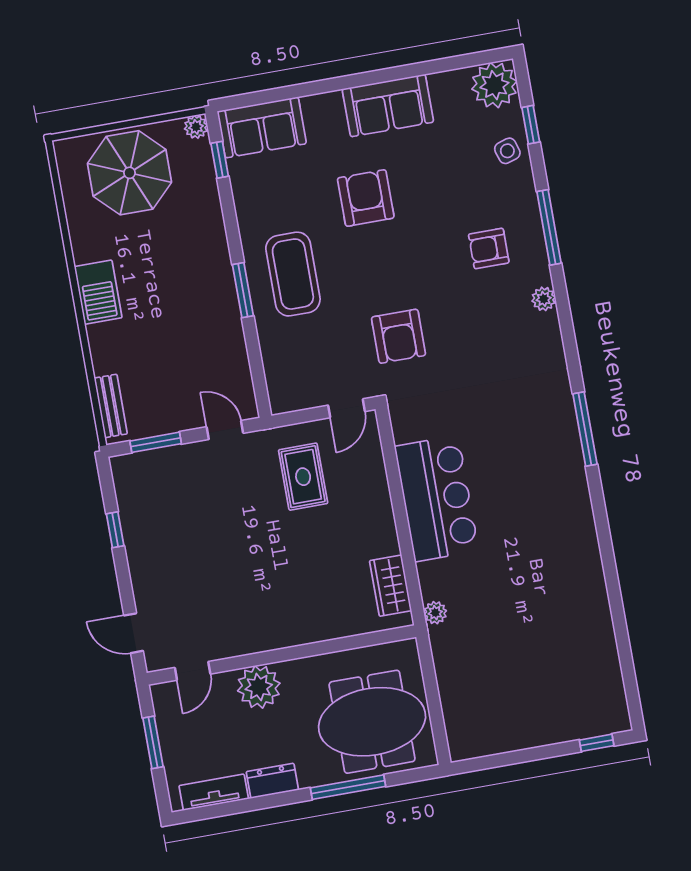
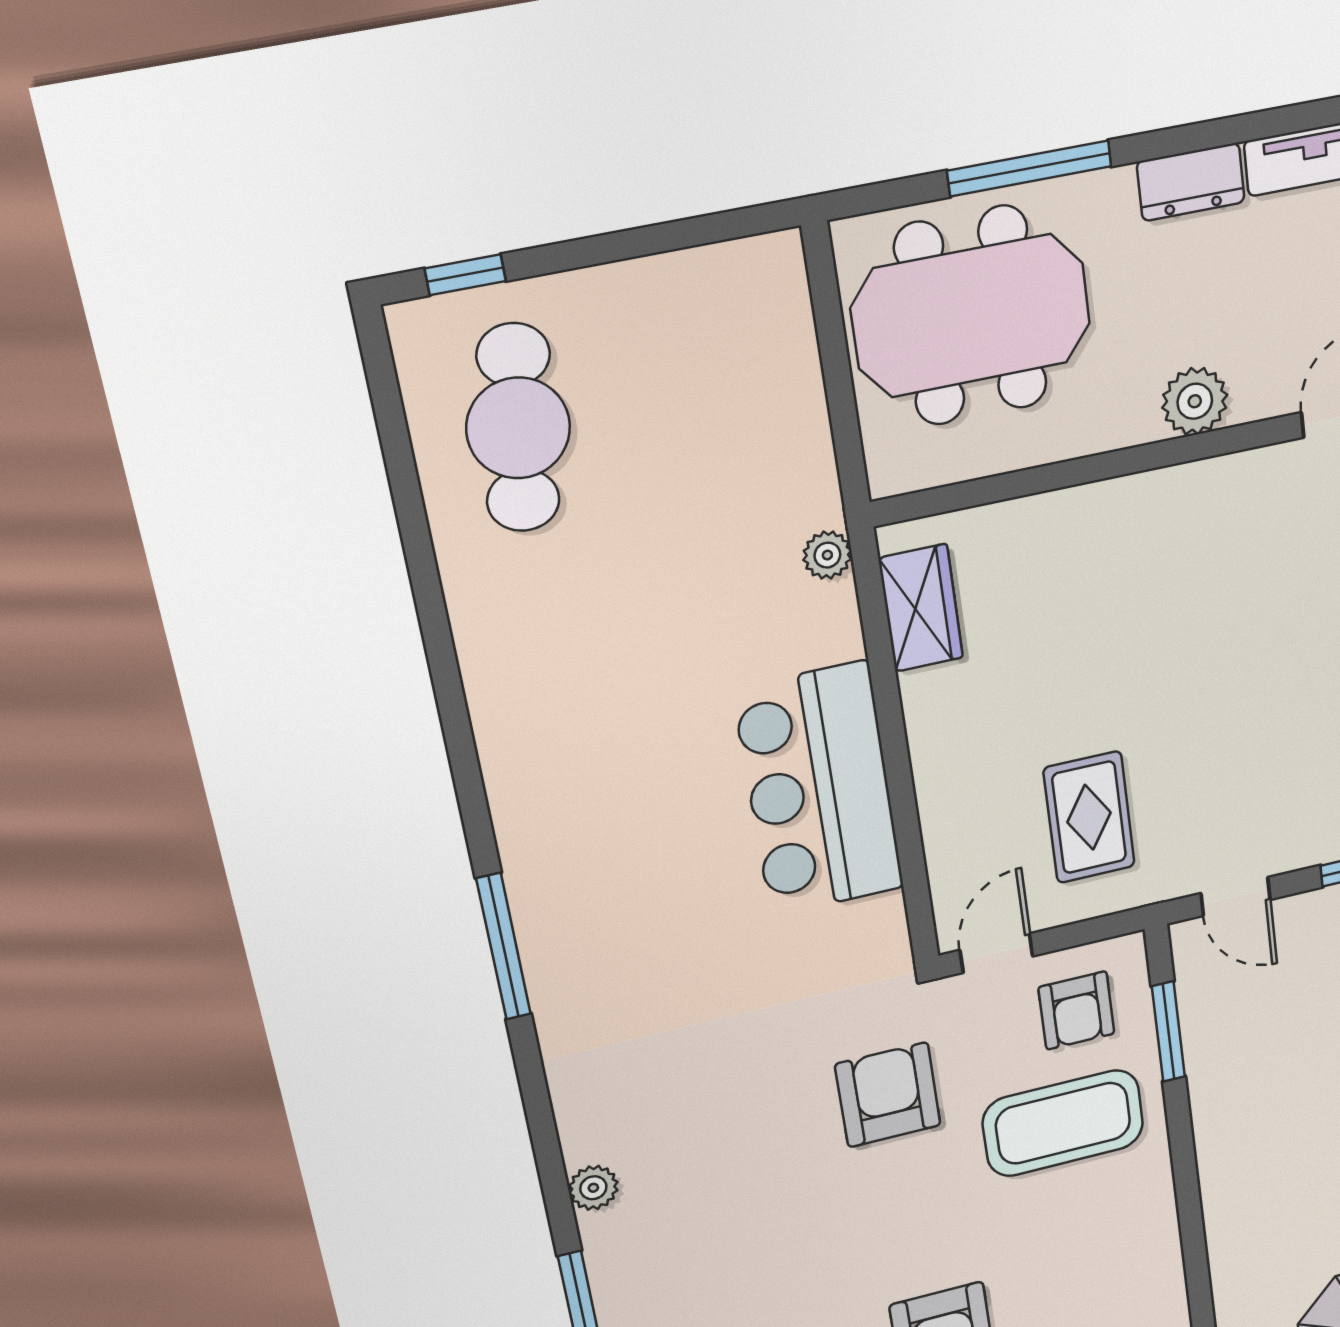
armchair: (489, 248) -> (1076, 1010), moved, turned 90
coffee table: (293, 274) -> (1063, 1123), moved, turned 90
window: (243, 290) -> (1168, 1032), moved
cafe table: (575, 675) -> (518, 428), added
plant: (259, 687) -> (1195, 401), width x0.73, depth x0.73

